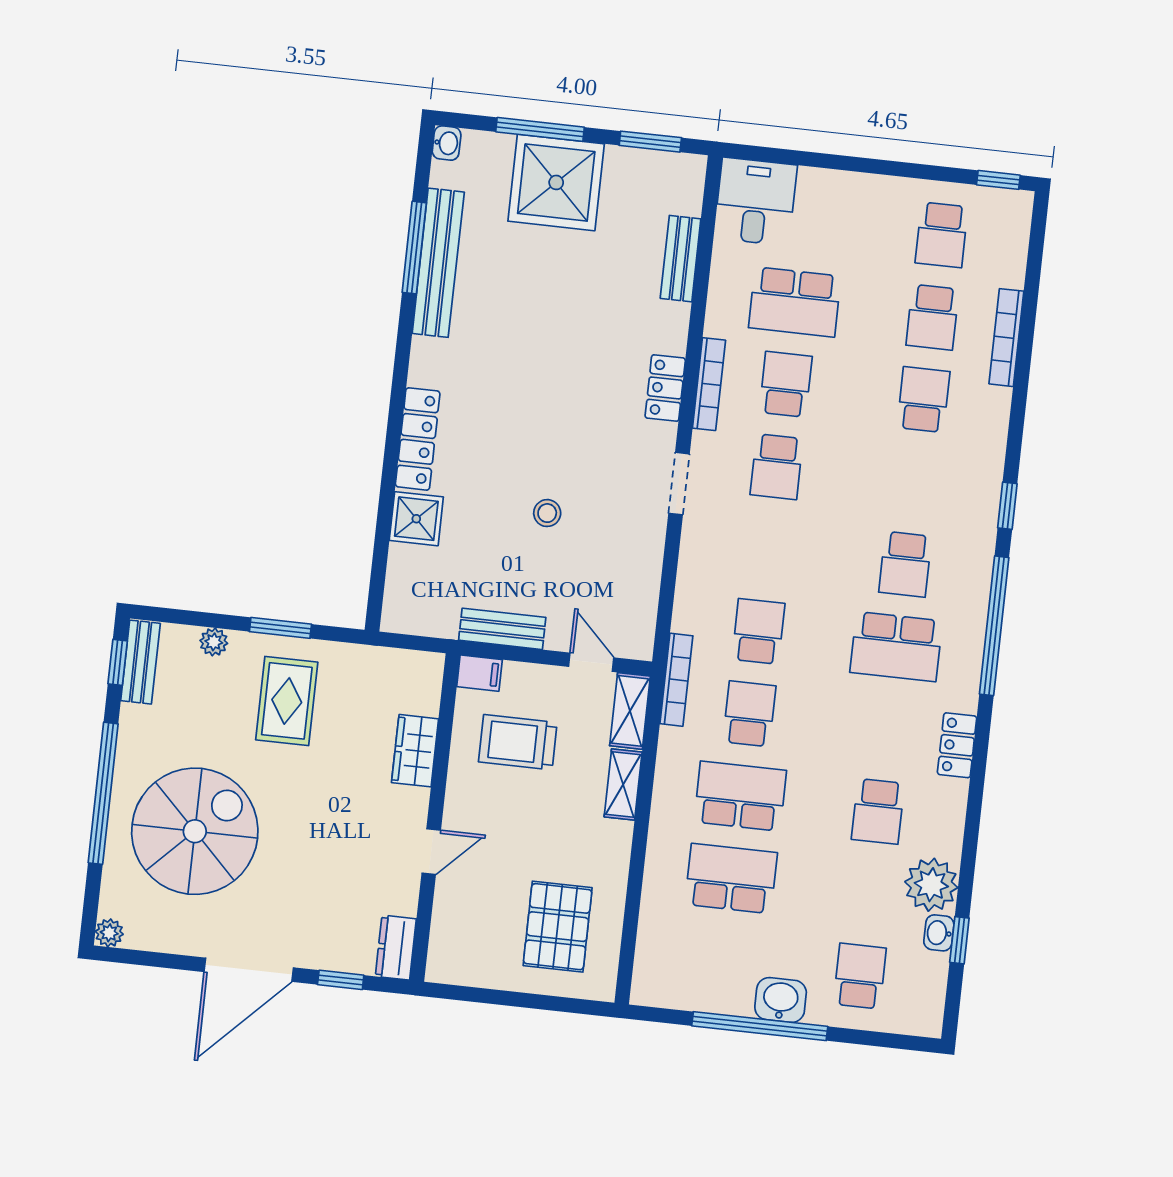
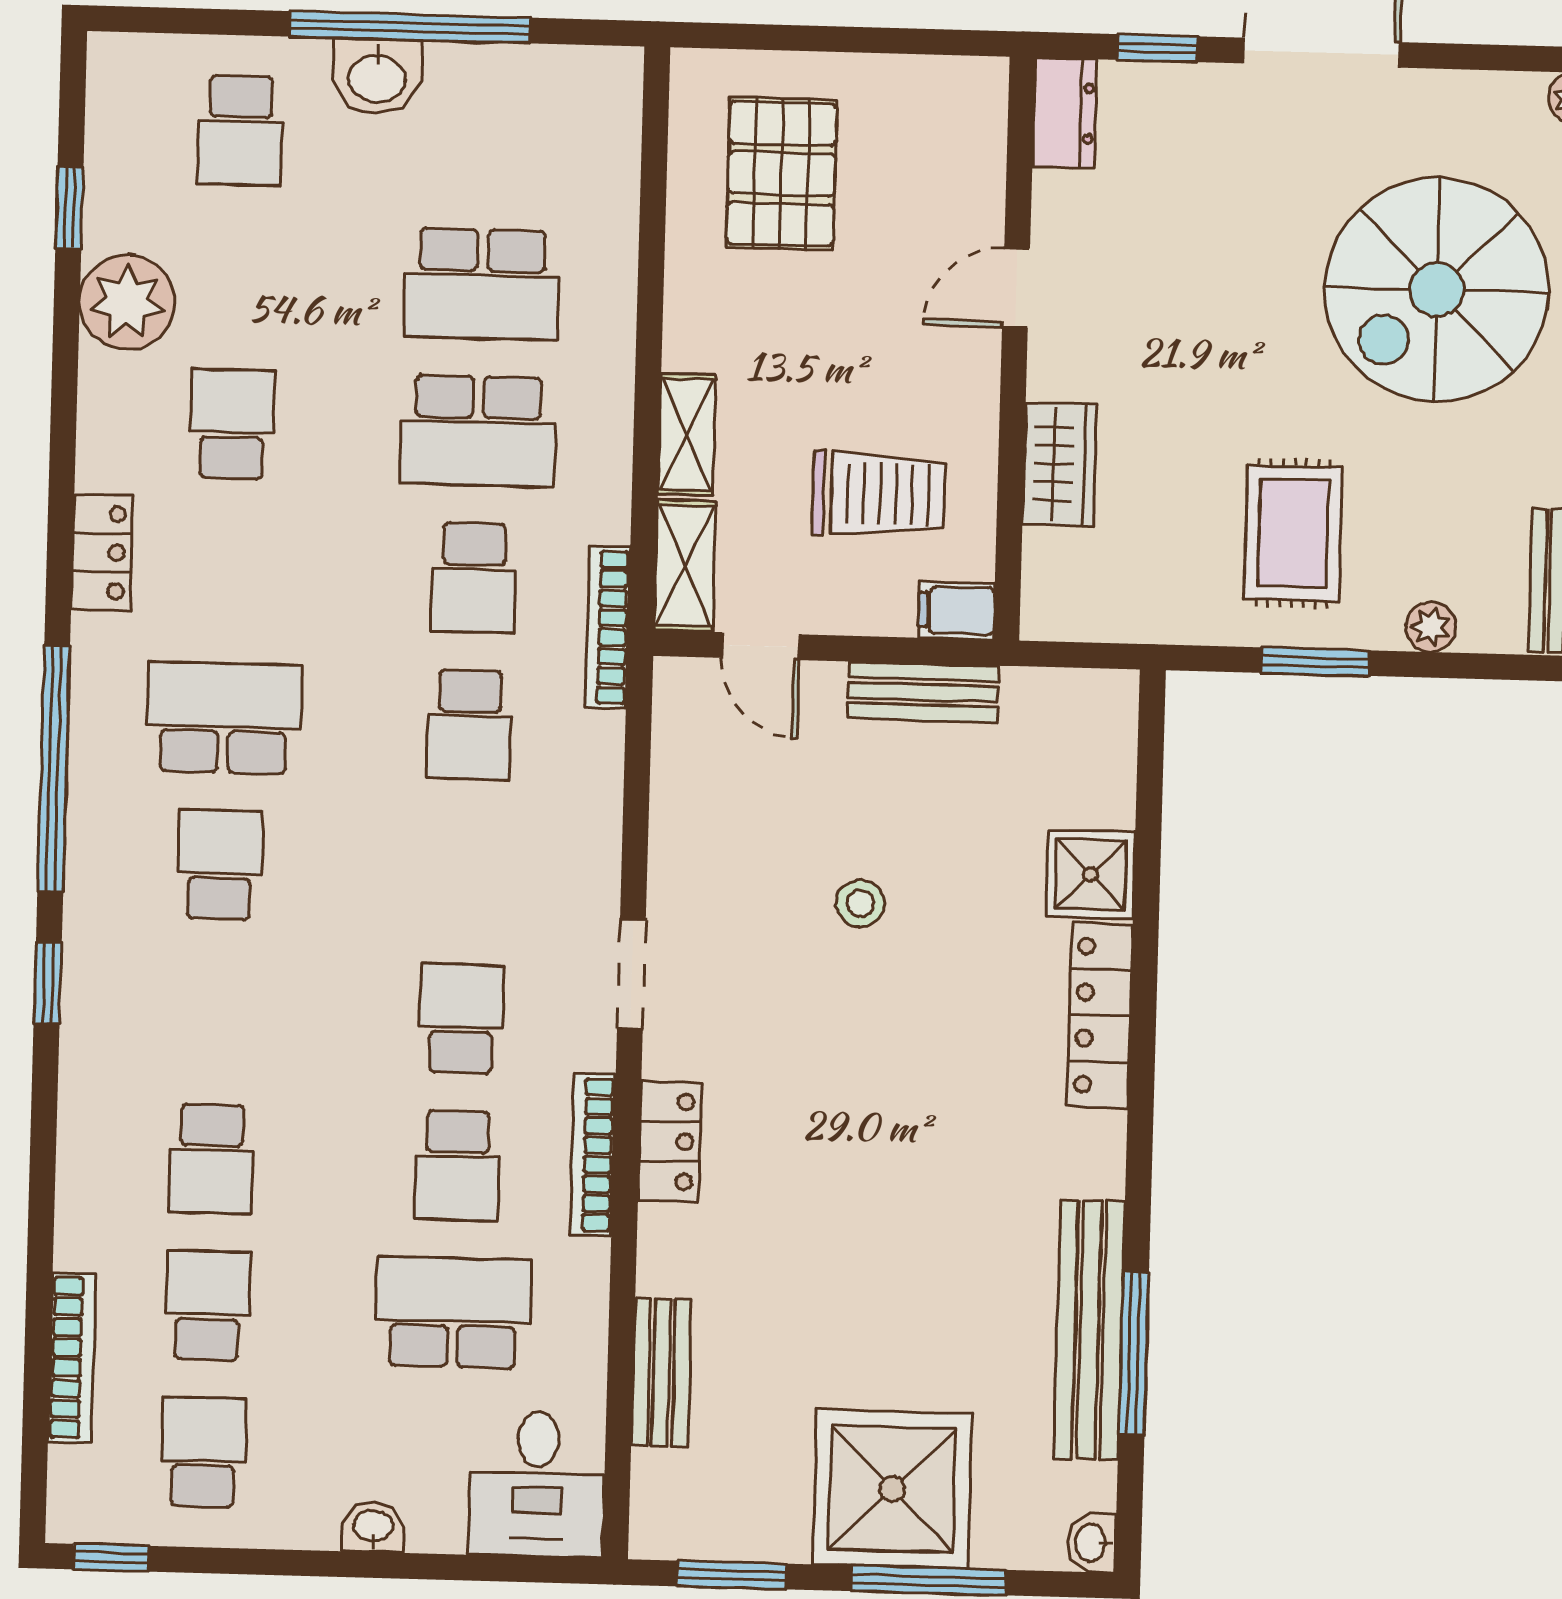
bookcase: (1006, 338) -> (72, 1358), moved
washbasin: (939, 933) -> (373, 1527), moved, turned -90

